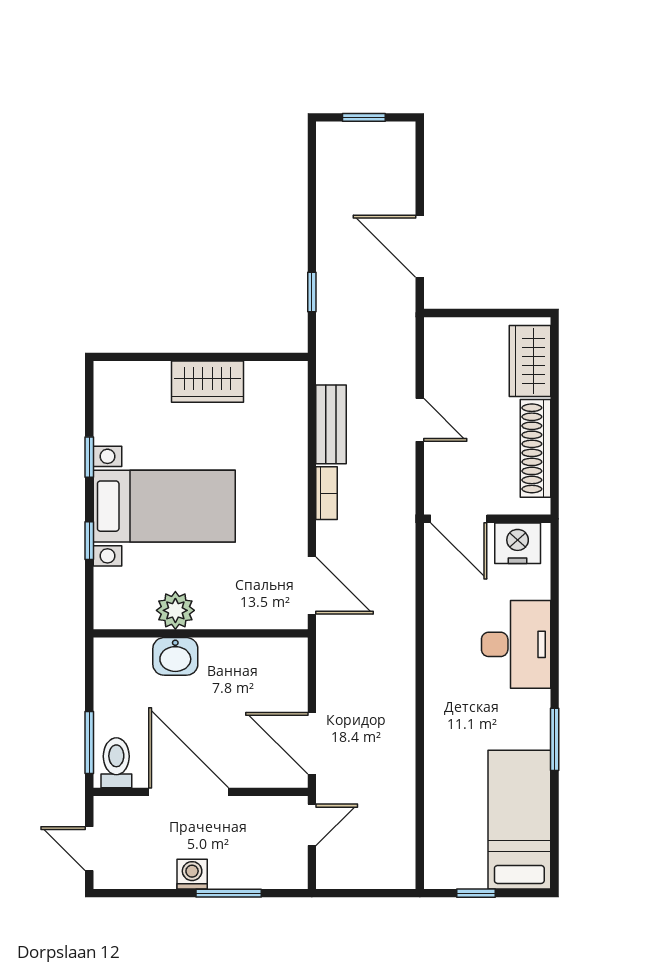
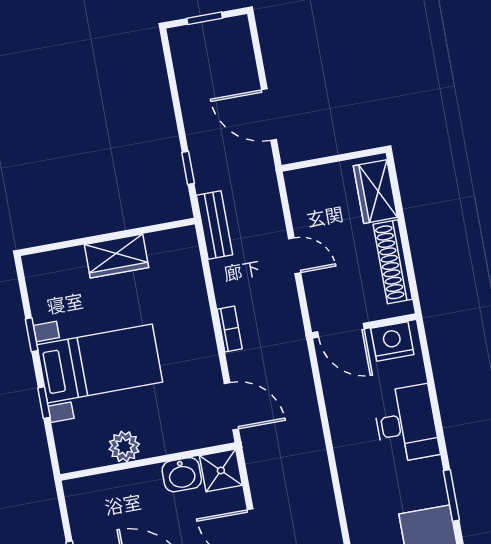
bench: (331, 424) -> (214, 225), moved
washbasin: (175, 656) -> (182, 475), moved
shower: (285, 660) -> (221, 470), added

